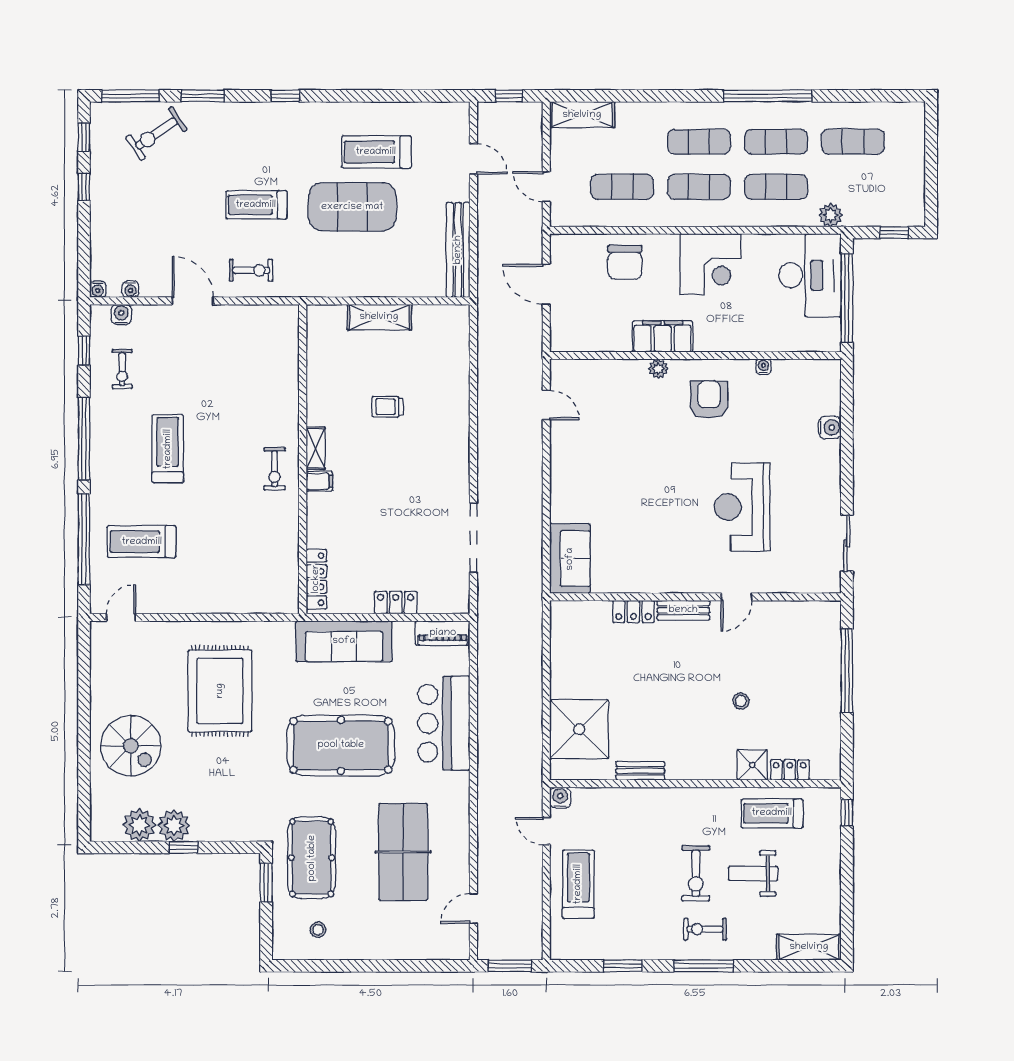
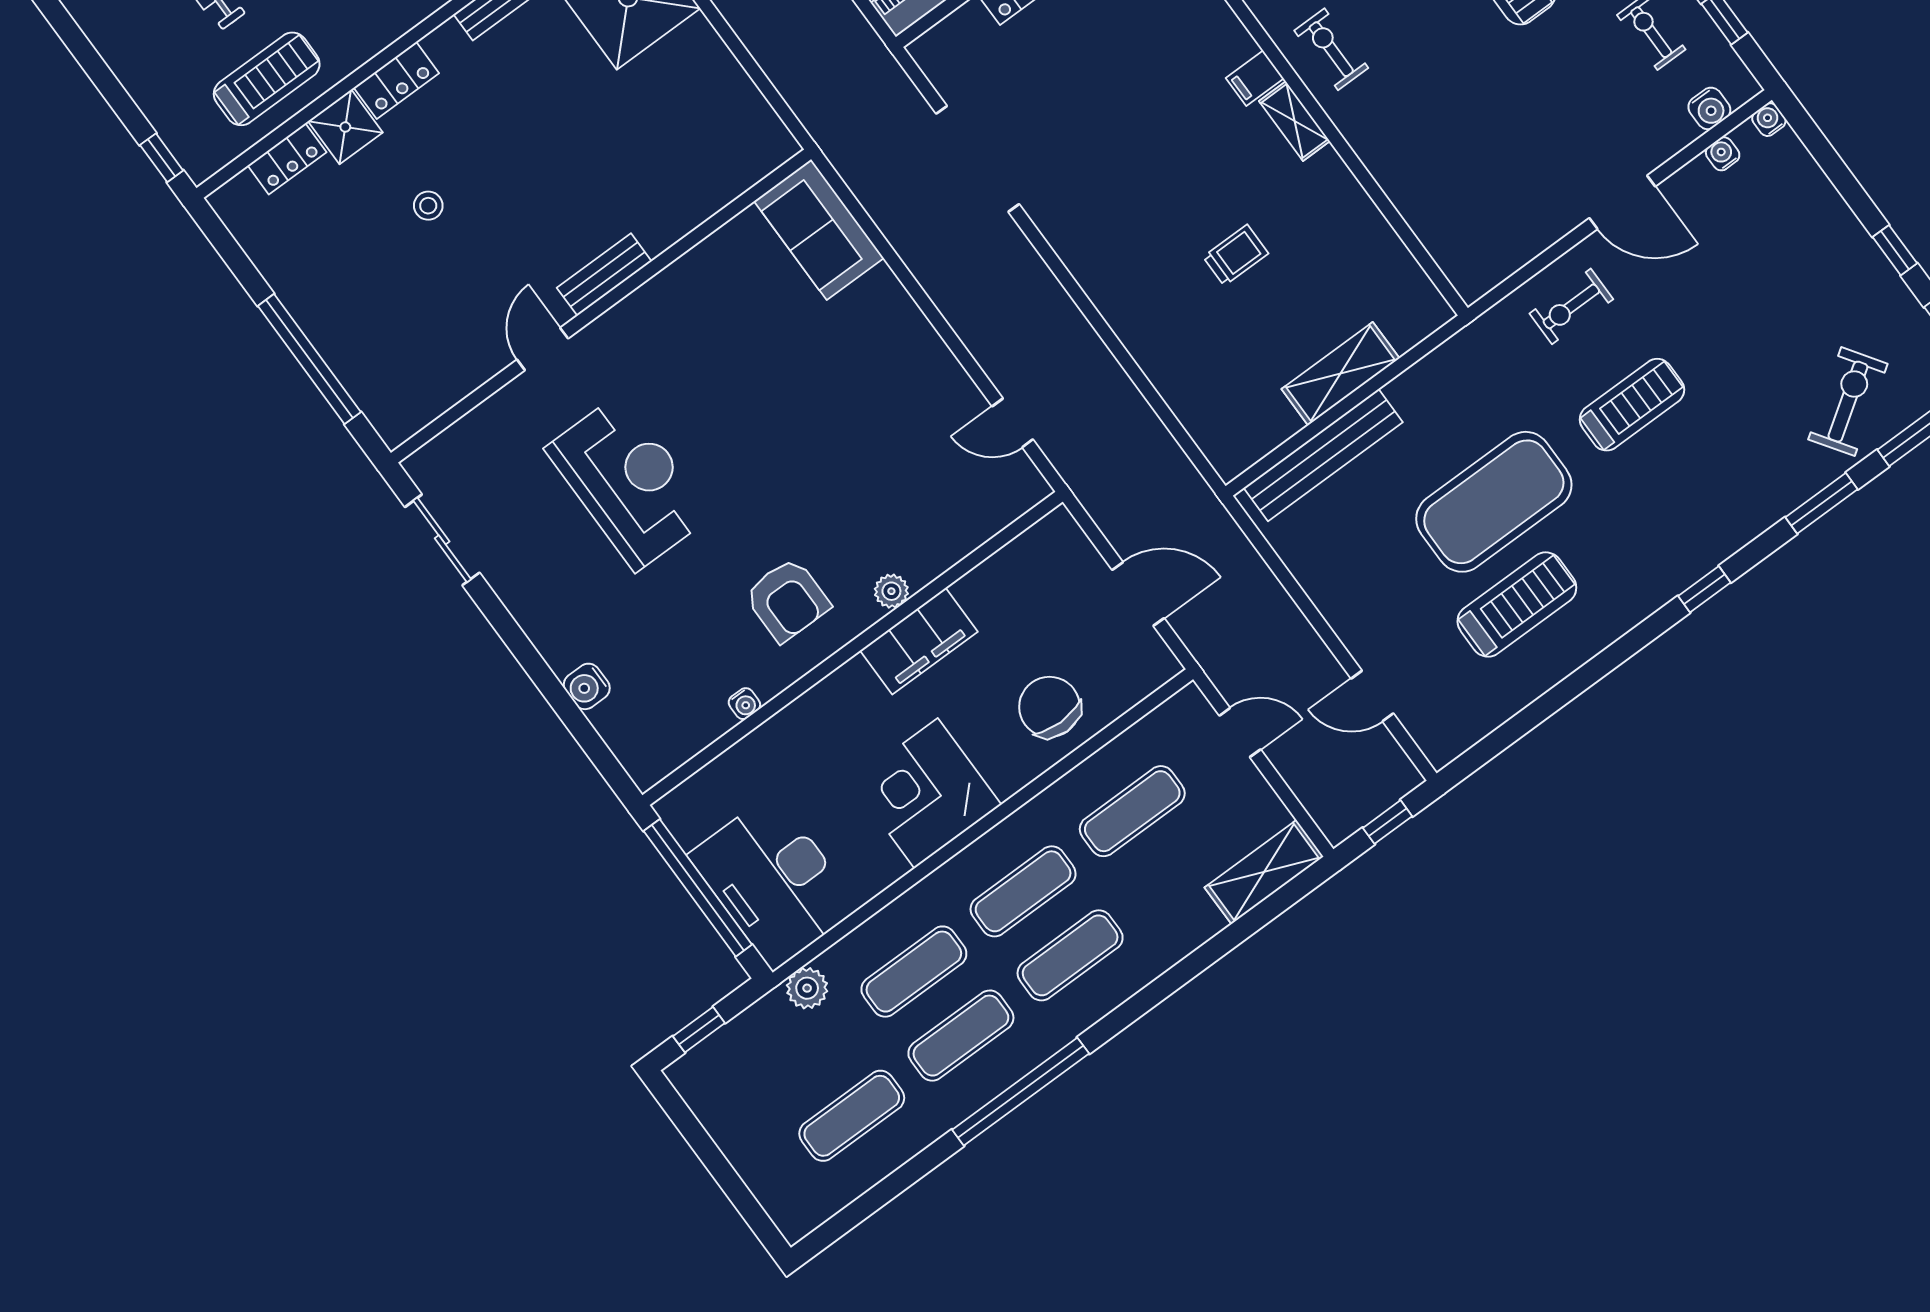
bench: (458, 250) -> (1323, 455), moved, turned 90
locker: (633, 611) -> (396, 80), moved, turned 180

